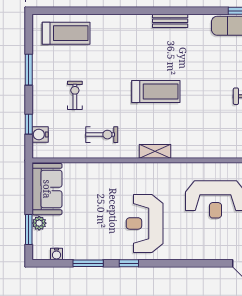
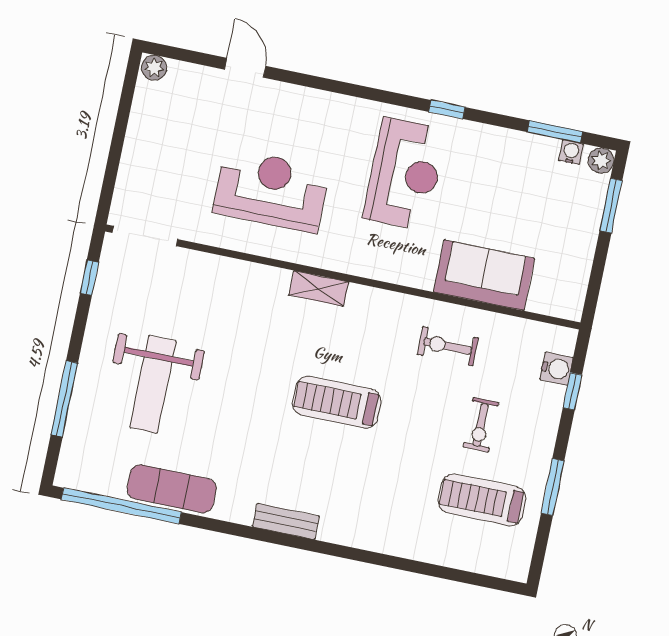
treadmill: (66, 33) -> (482, 500), moved
shelving: (155, 151) -> (319, 289), moved
sofa: (47, 189) -> (484, 275), moved, turned 90
plant: (39, 223) -> (601, 161), moved
window: (88, 263) -> (555, 132), moved

